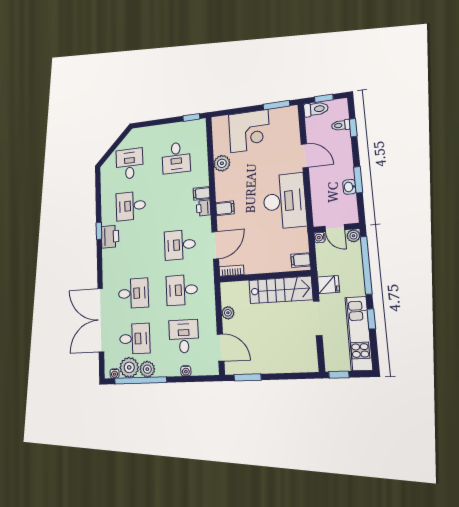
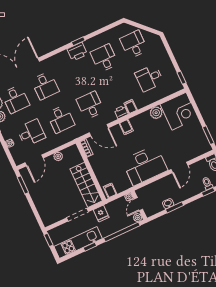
corner desk: (249, 131) -> (179, 111), moved, turned -90
desk: (130, 164) -> (134, 44), turned -90
desk: (182, 290) -> (61, 119), turned 180

